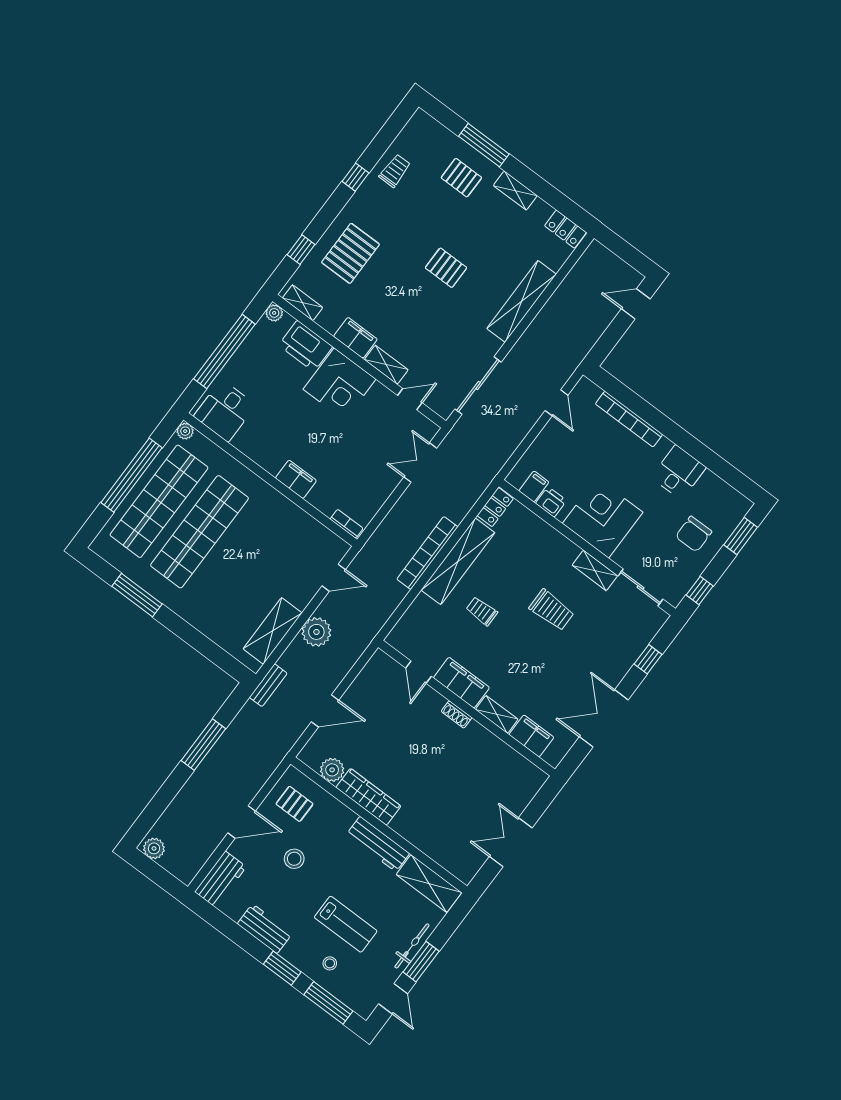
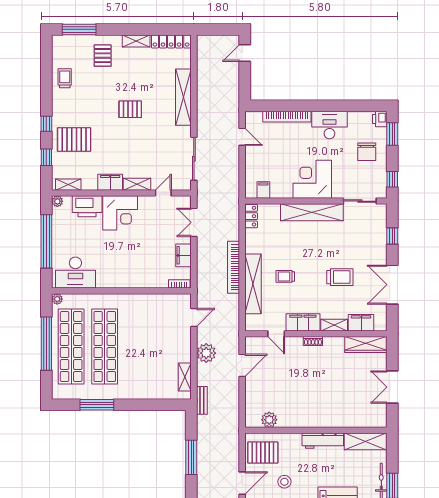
window: (484, 145) -> (79, 29), moved
window: (355, 177) -> (46, 124), moved
pallet: (461, 178) -> (103, 56), turned 90
locker: (565, 229) -> (171, 41), width x1.53
pallet: (351, 253) -> (74, 140), turned 90
desk: (225, 411) -> (75, 273), width x1.37
desk: (679, 472) -> (329, 125), width x1.37
filing cabinet: (296, 479) -> (184, 255), moved, turned -90
printer: (551, 502) -> (380, 119), moved, turned -90
shelving: (458, 561) -> (253, 284), moved
shelving: (595, 570) -> (312, 212), width x2.20, depth x1.33
trolley: (552, 610) -> (340, 277), moved
shelving: (273, 631) -> (185, 377), width x0.67, depth x0.75
door: (325, 711) -> (242, 365), moved
wardrobe: (368, 797) -> (366, 345), moved, turned 180
pallet: (295, 804) -> (263, 453), width x1.50, depth x1.42

